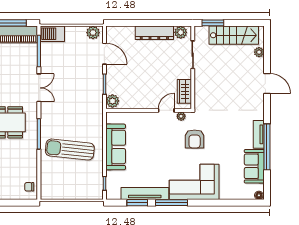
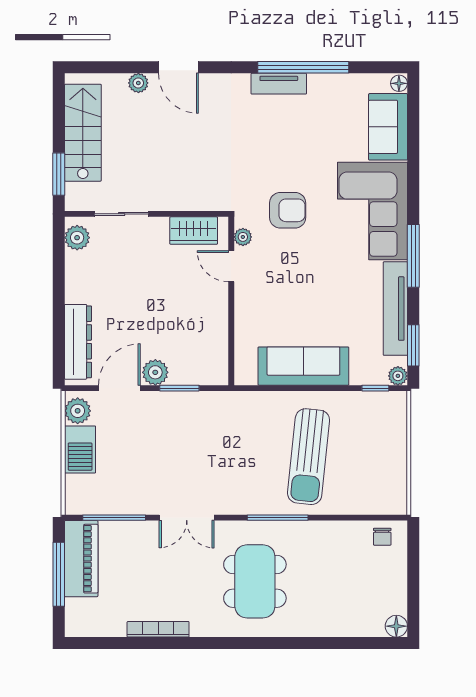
dresser: (154, 33) -> (78, 342), moved
barbecue: (52, 34) -> (80, 449), moved
plant: (259, 52) -> (138, 83), moved
door: (267, 84) -> (178, 67), swing flipped
double door: (39, 88) -> (187, 518), swing flipped
plant: (112, 101) -> (155, 372), moved
sofa: (254, 166) -> (388, 127), moved, turned 90
plant: (111, 195) -> (398, 376), added
window: (137, 203) -> (413, 345), moved

